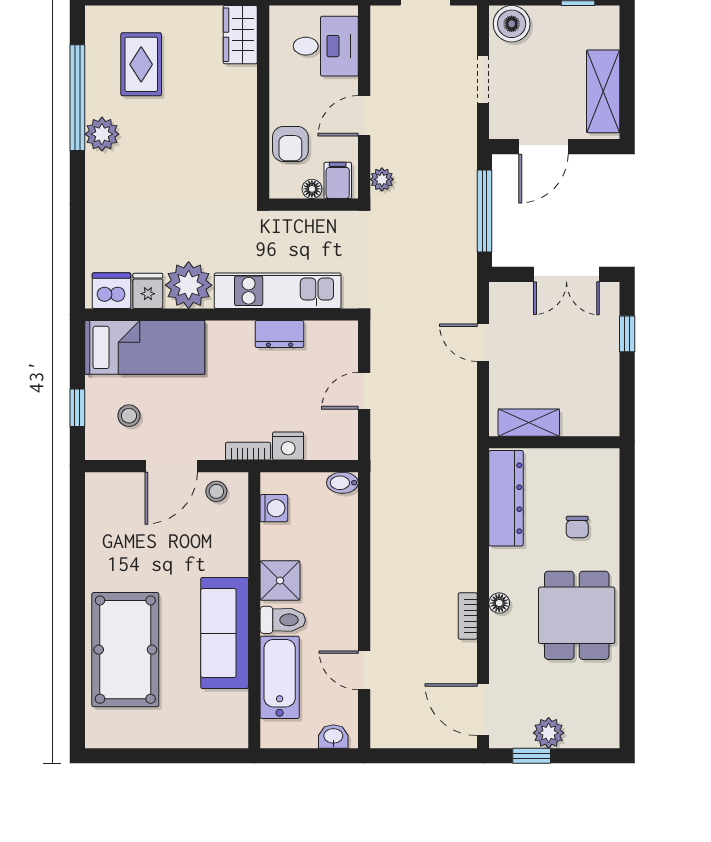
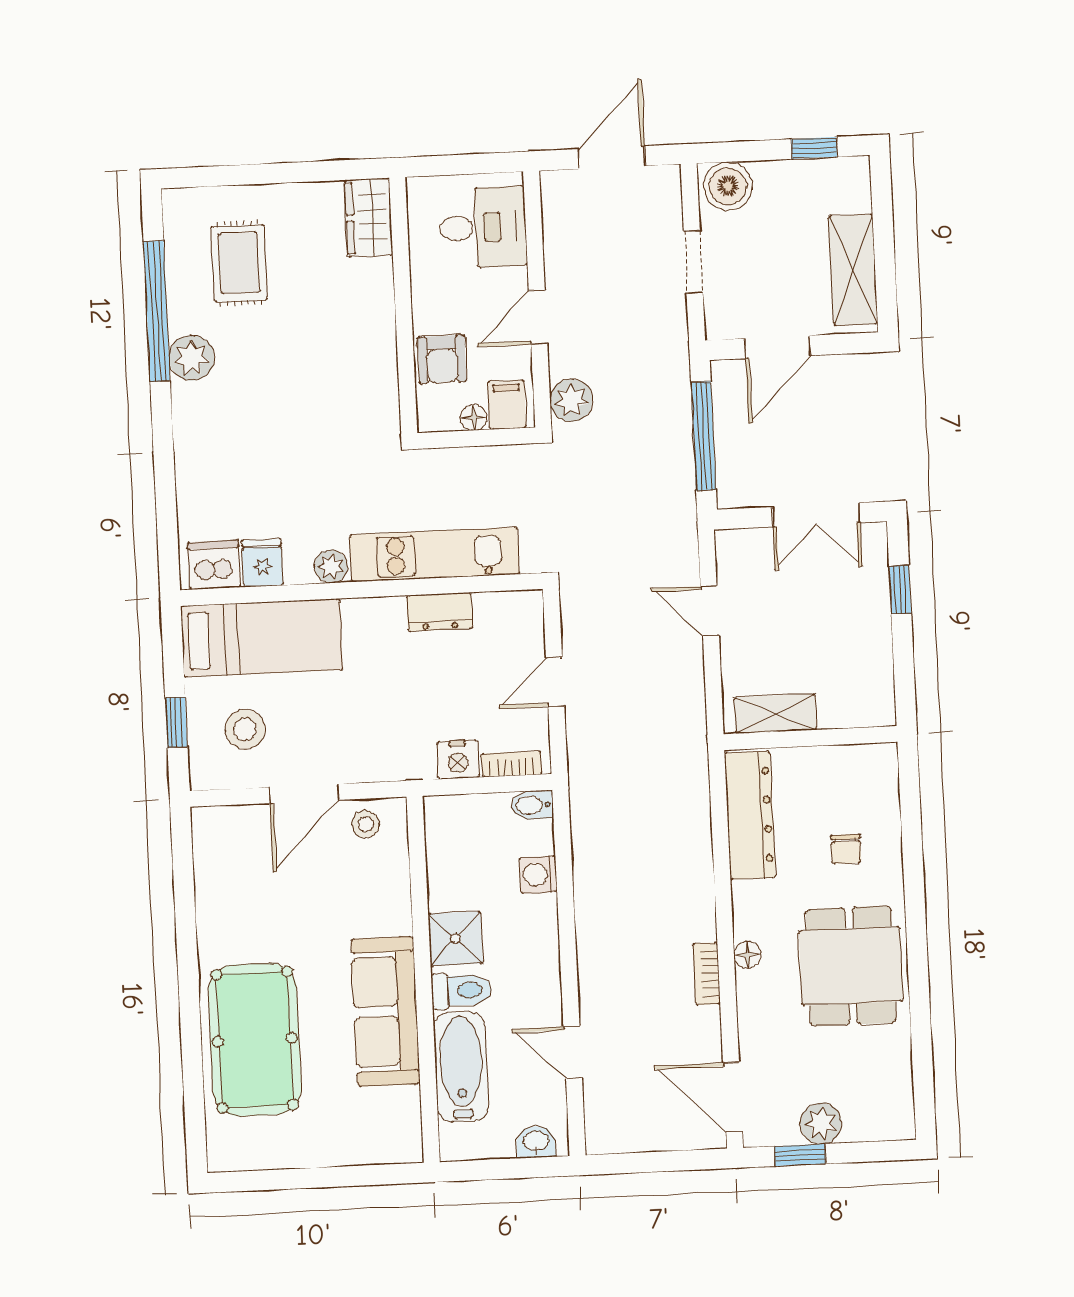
plant: (382, 179) -> (571, 400), width x1.38, depth x1.38
plant: (189, 285) -> (331, 566), width x0.53, depth x0.53
stool: (129, 416) -> (245, 729), width x1.37, depth x1.37
bookcase: (248, 451) -> (511, 764), moved
washing machine: (274, 508) -> (538, 875), moved, turned 180

